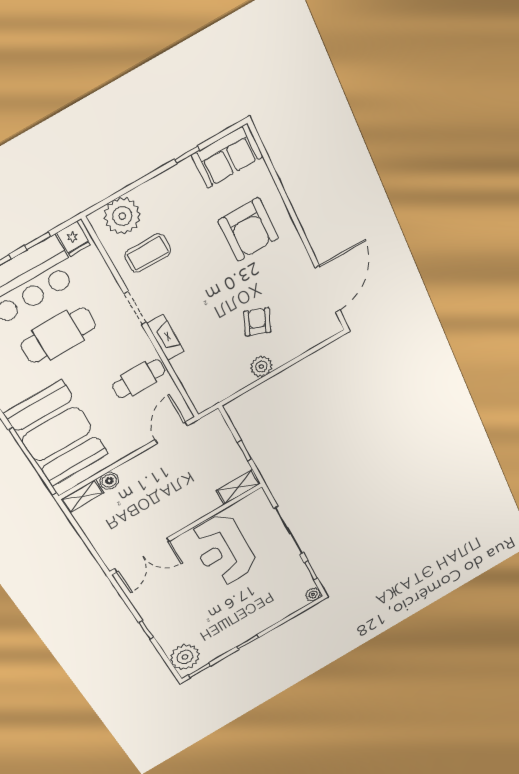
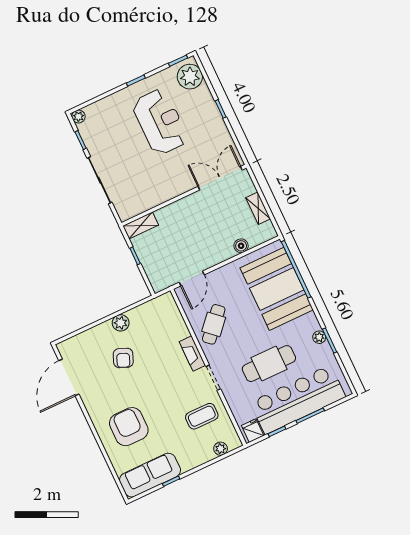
sofa: (227, 156) -> (150, 475), width x1.36
plant: (122, 216) -> (221, 449), width x0.53, depth x0.53
cafe table: (139, 379) -> (214, 324), turned -48
shelving: (82, 496) -> (258, 208), moved, turned 90
reception desk: (223, 550) -> (160, 122), moved

